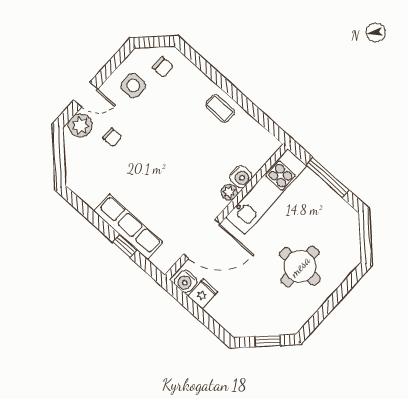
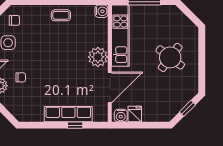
water cooler: (241, 177) -> (101, 11), moved
plant: (229, 192) -> (98, 57), width x1.88, depth x1.88
round table: (300, 266) -> (170, 57), turned 37

